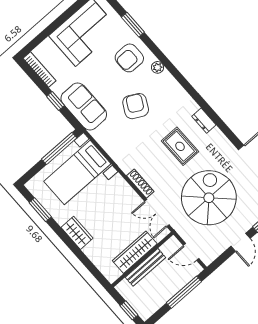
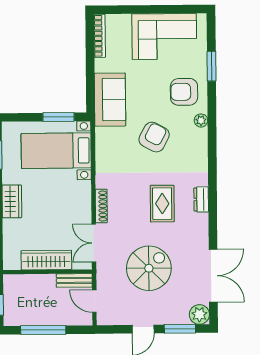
window: (56, 101) -> (90, 74), removed
window: (59, 148) -> (58, 117), width x0.69
spiral stairs: (209, 198) -> (149, 268), width x0.73, depth x0.73
bench: (145, 267) -> (74, 280), moved, width x0.73
window: (184, 292) -> (43, 330), moved

